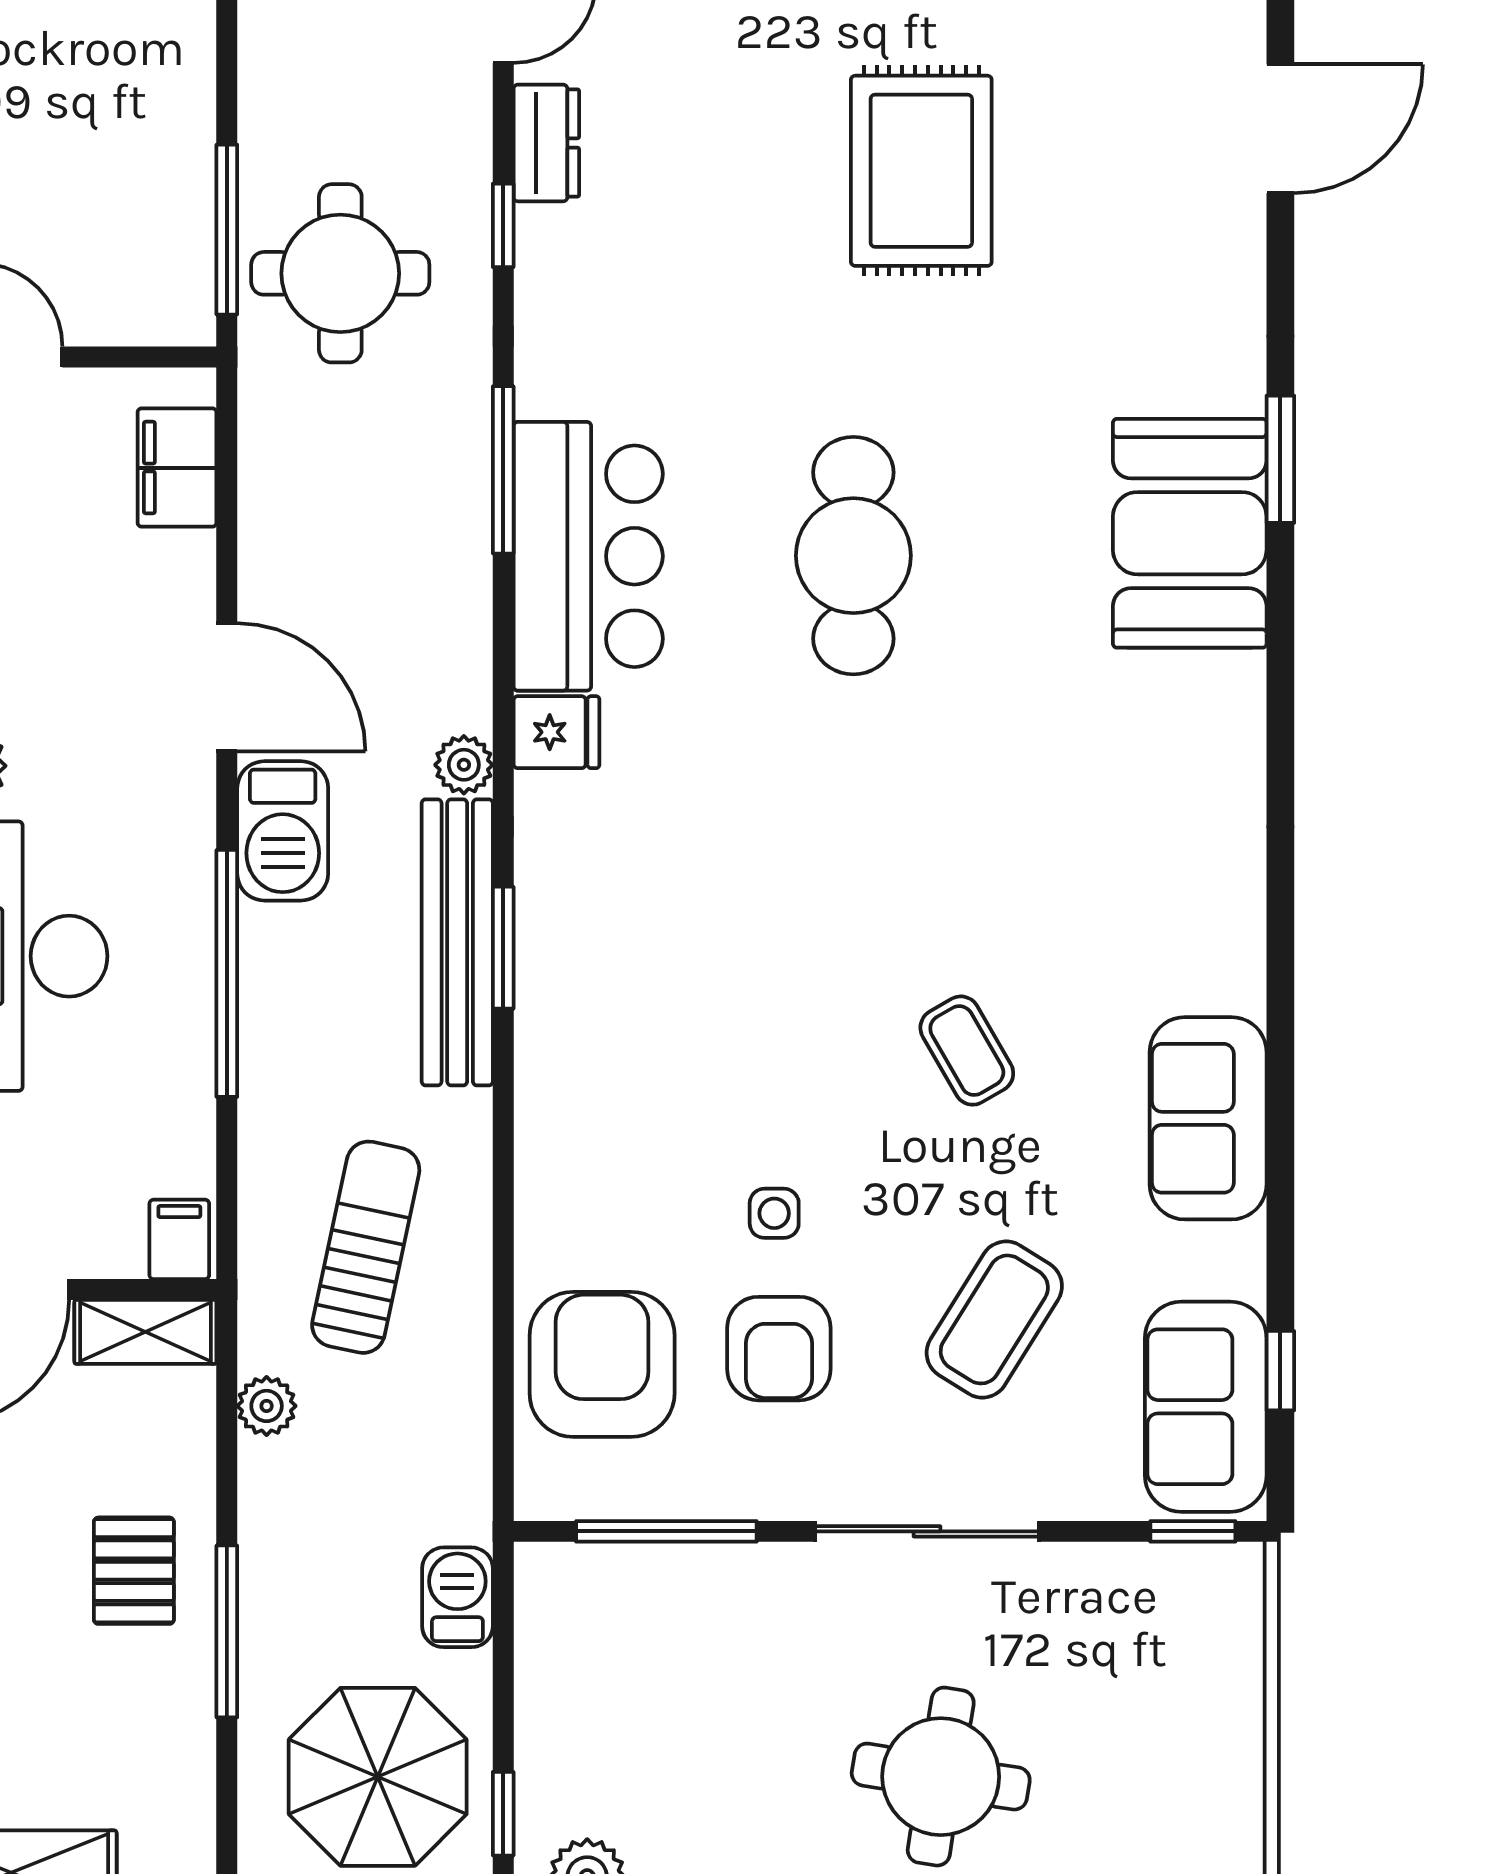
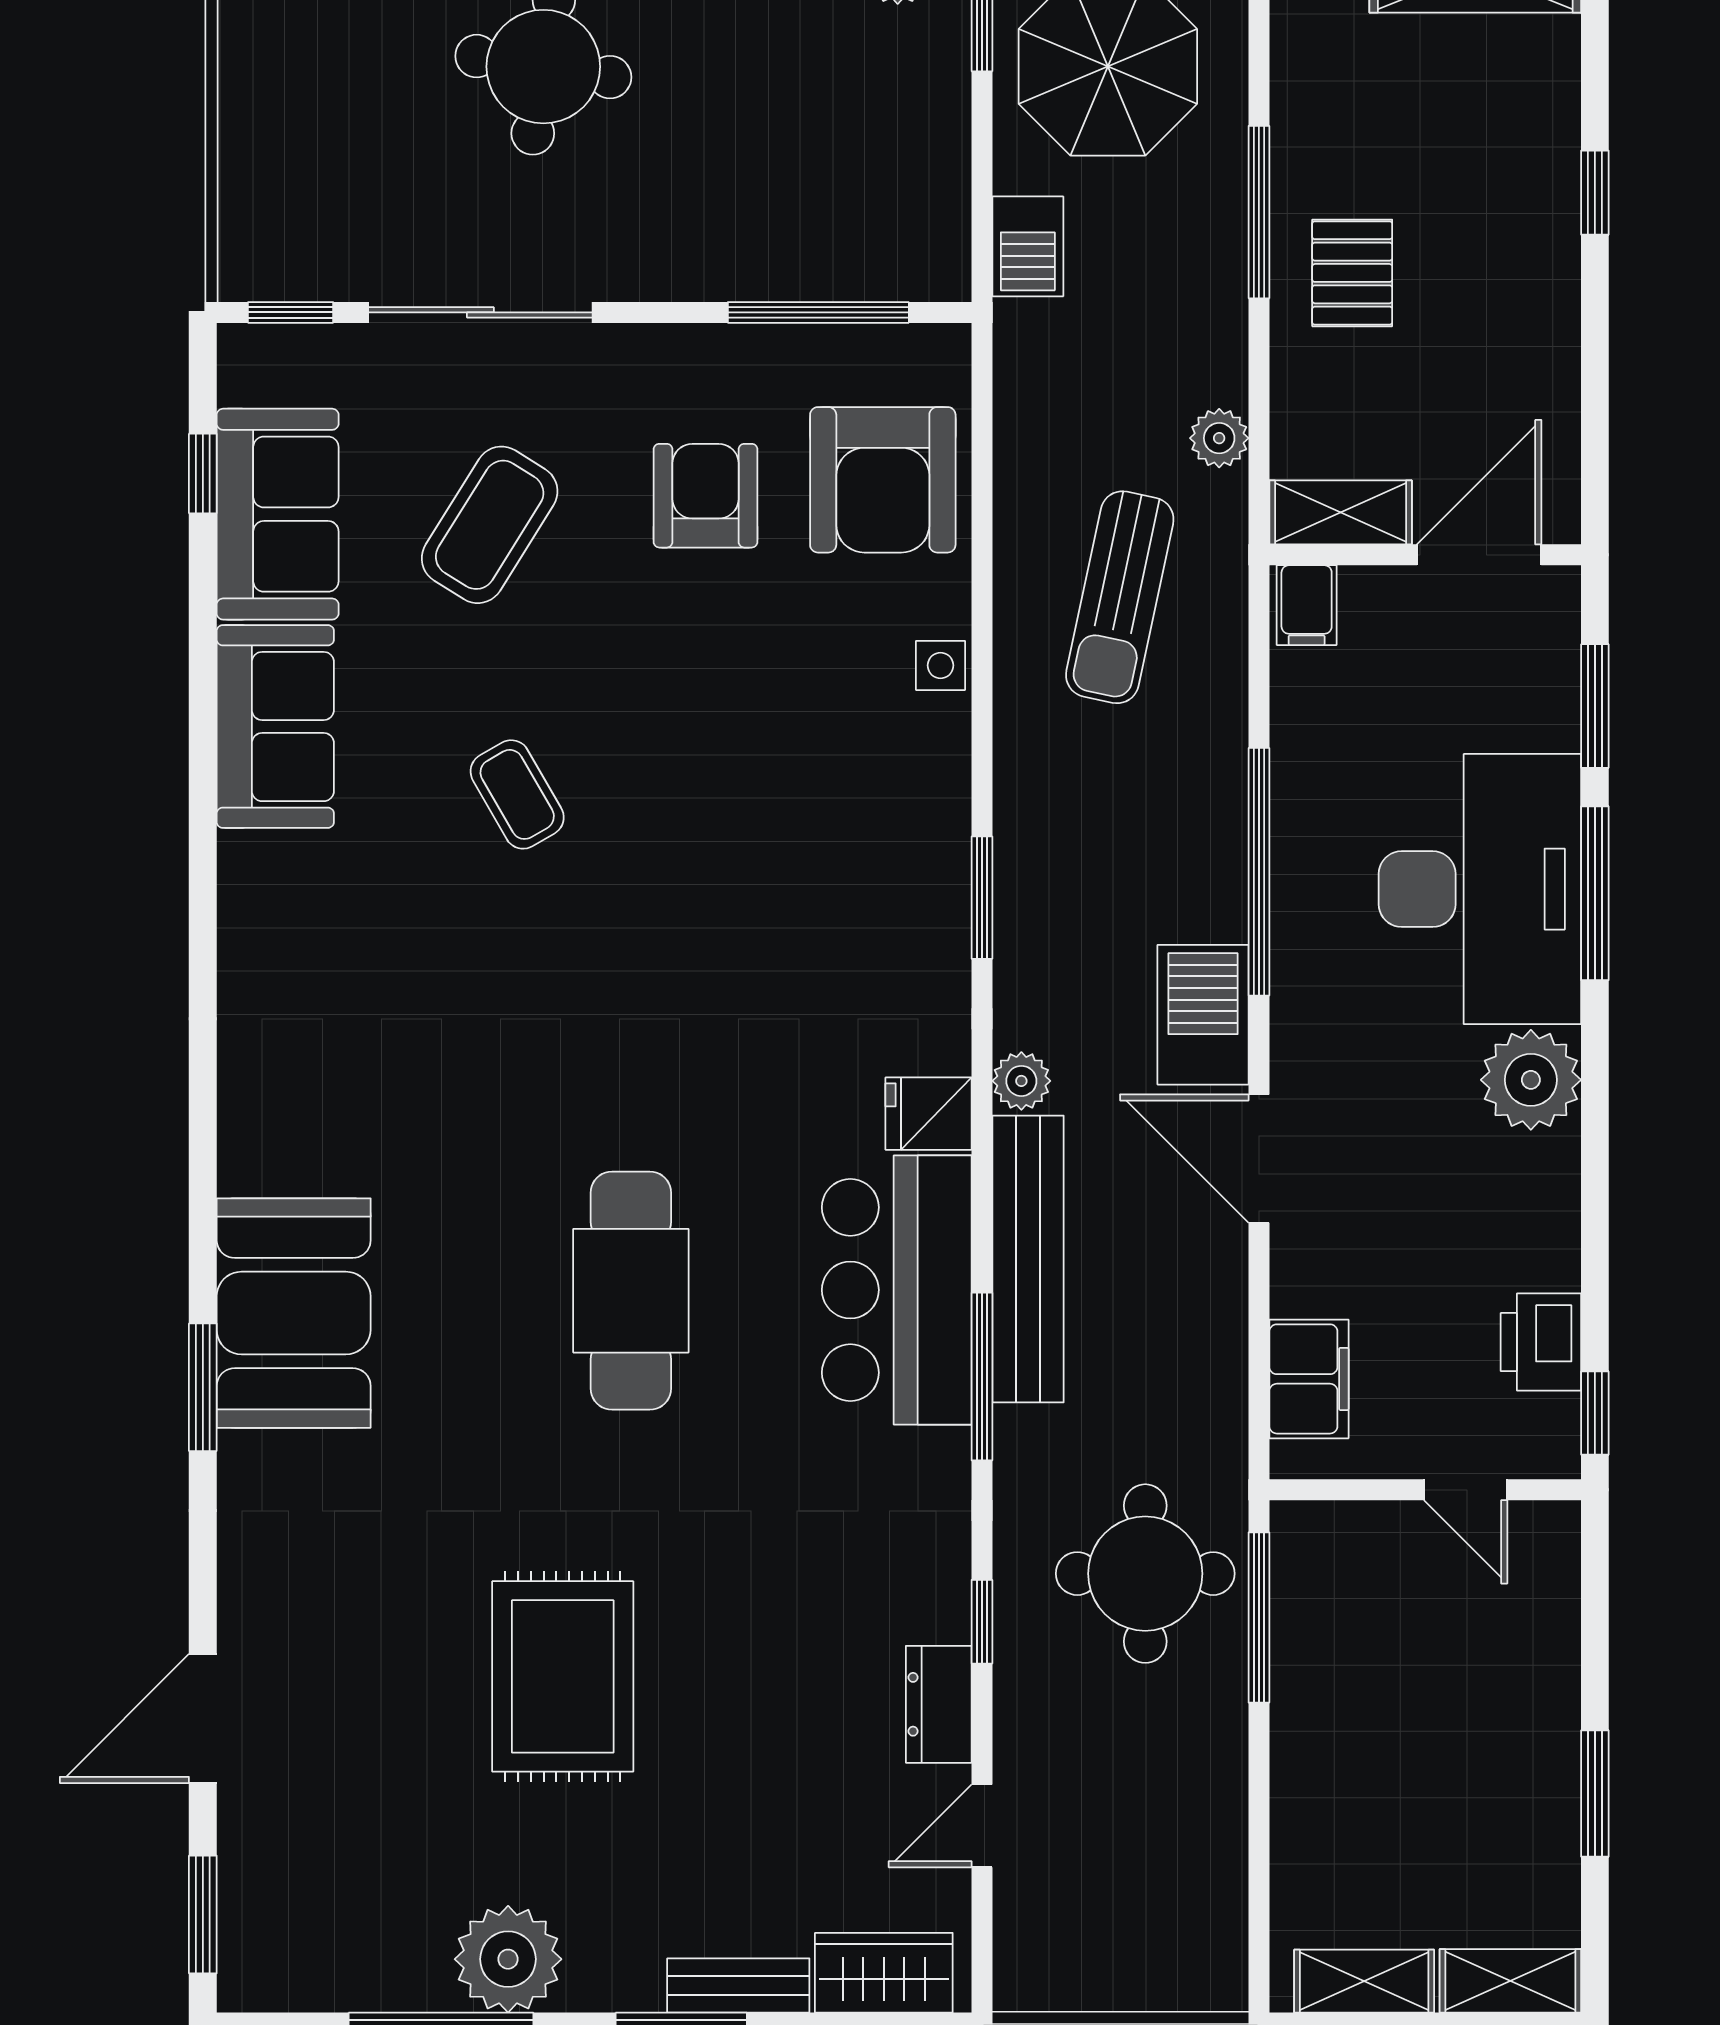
bench: (457, 942) -> (1028, 1259), moved
side table: (774, 1213) -> (940, 665), moved
sofa: (1206, 1407) -> (278, 514), moved
sliding door: (927, 1531) -> (480, 312), moved

